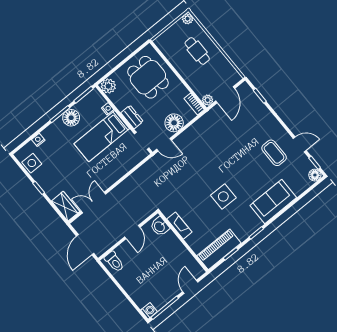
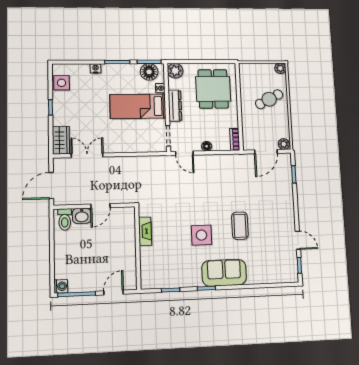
cafe table: (197, 51) -> (269, 99), turned 63
plant: (208, 100) -> (284, 144), moved
dresser: (132, 117) -> (175, 106), width x1.44
floor lamp: (71, 118) -> (149, 72), moved
floor lamp: (174, 123) -> (207, 146), width x0.53, depth x0.53
nightstand: (38, 140) -> (96, 68), moved
coffee table: (274, 153) -> (240, 226), moved
floor lamp: (315, 175) -> (292, 276), removed
sofa: (273, 201) -> (224, 273), moved
washbasin: (160, 227) -> (82, 216), moved, turned -90
piano: (219, 249) -> (163, 278), removed

